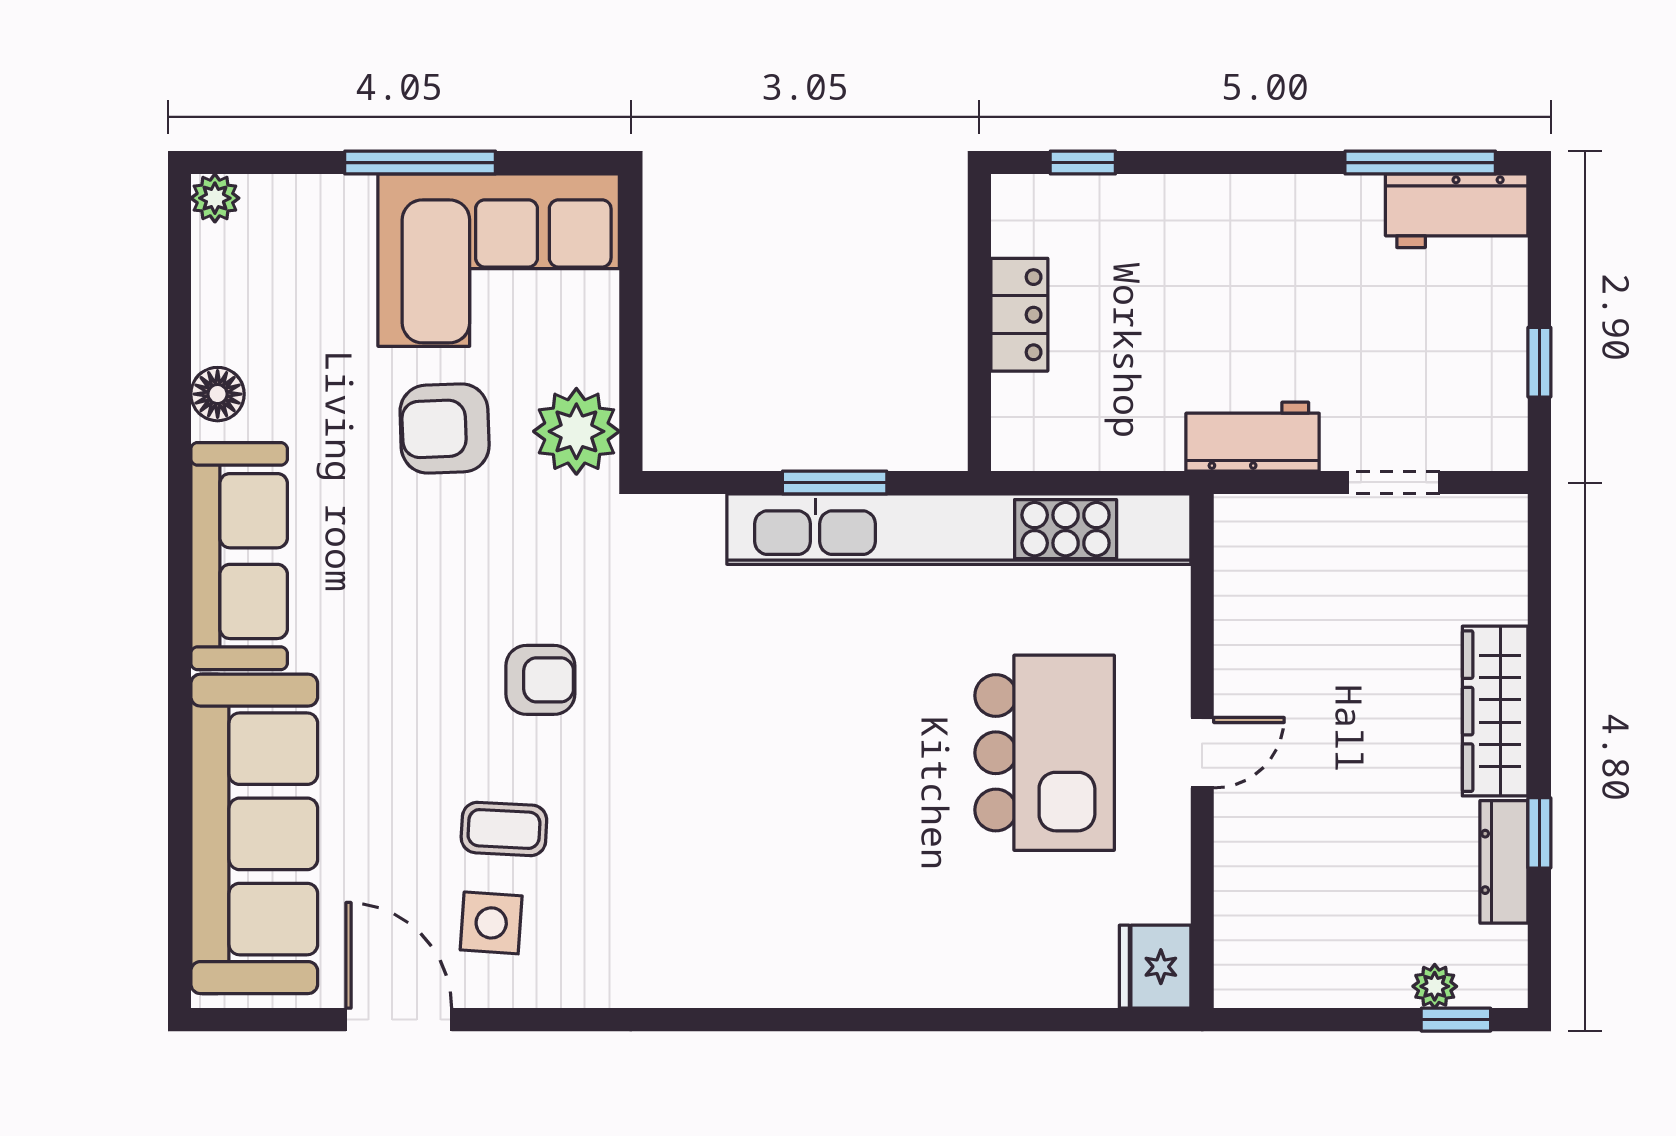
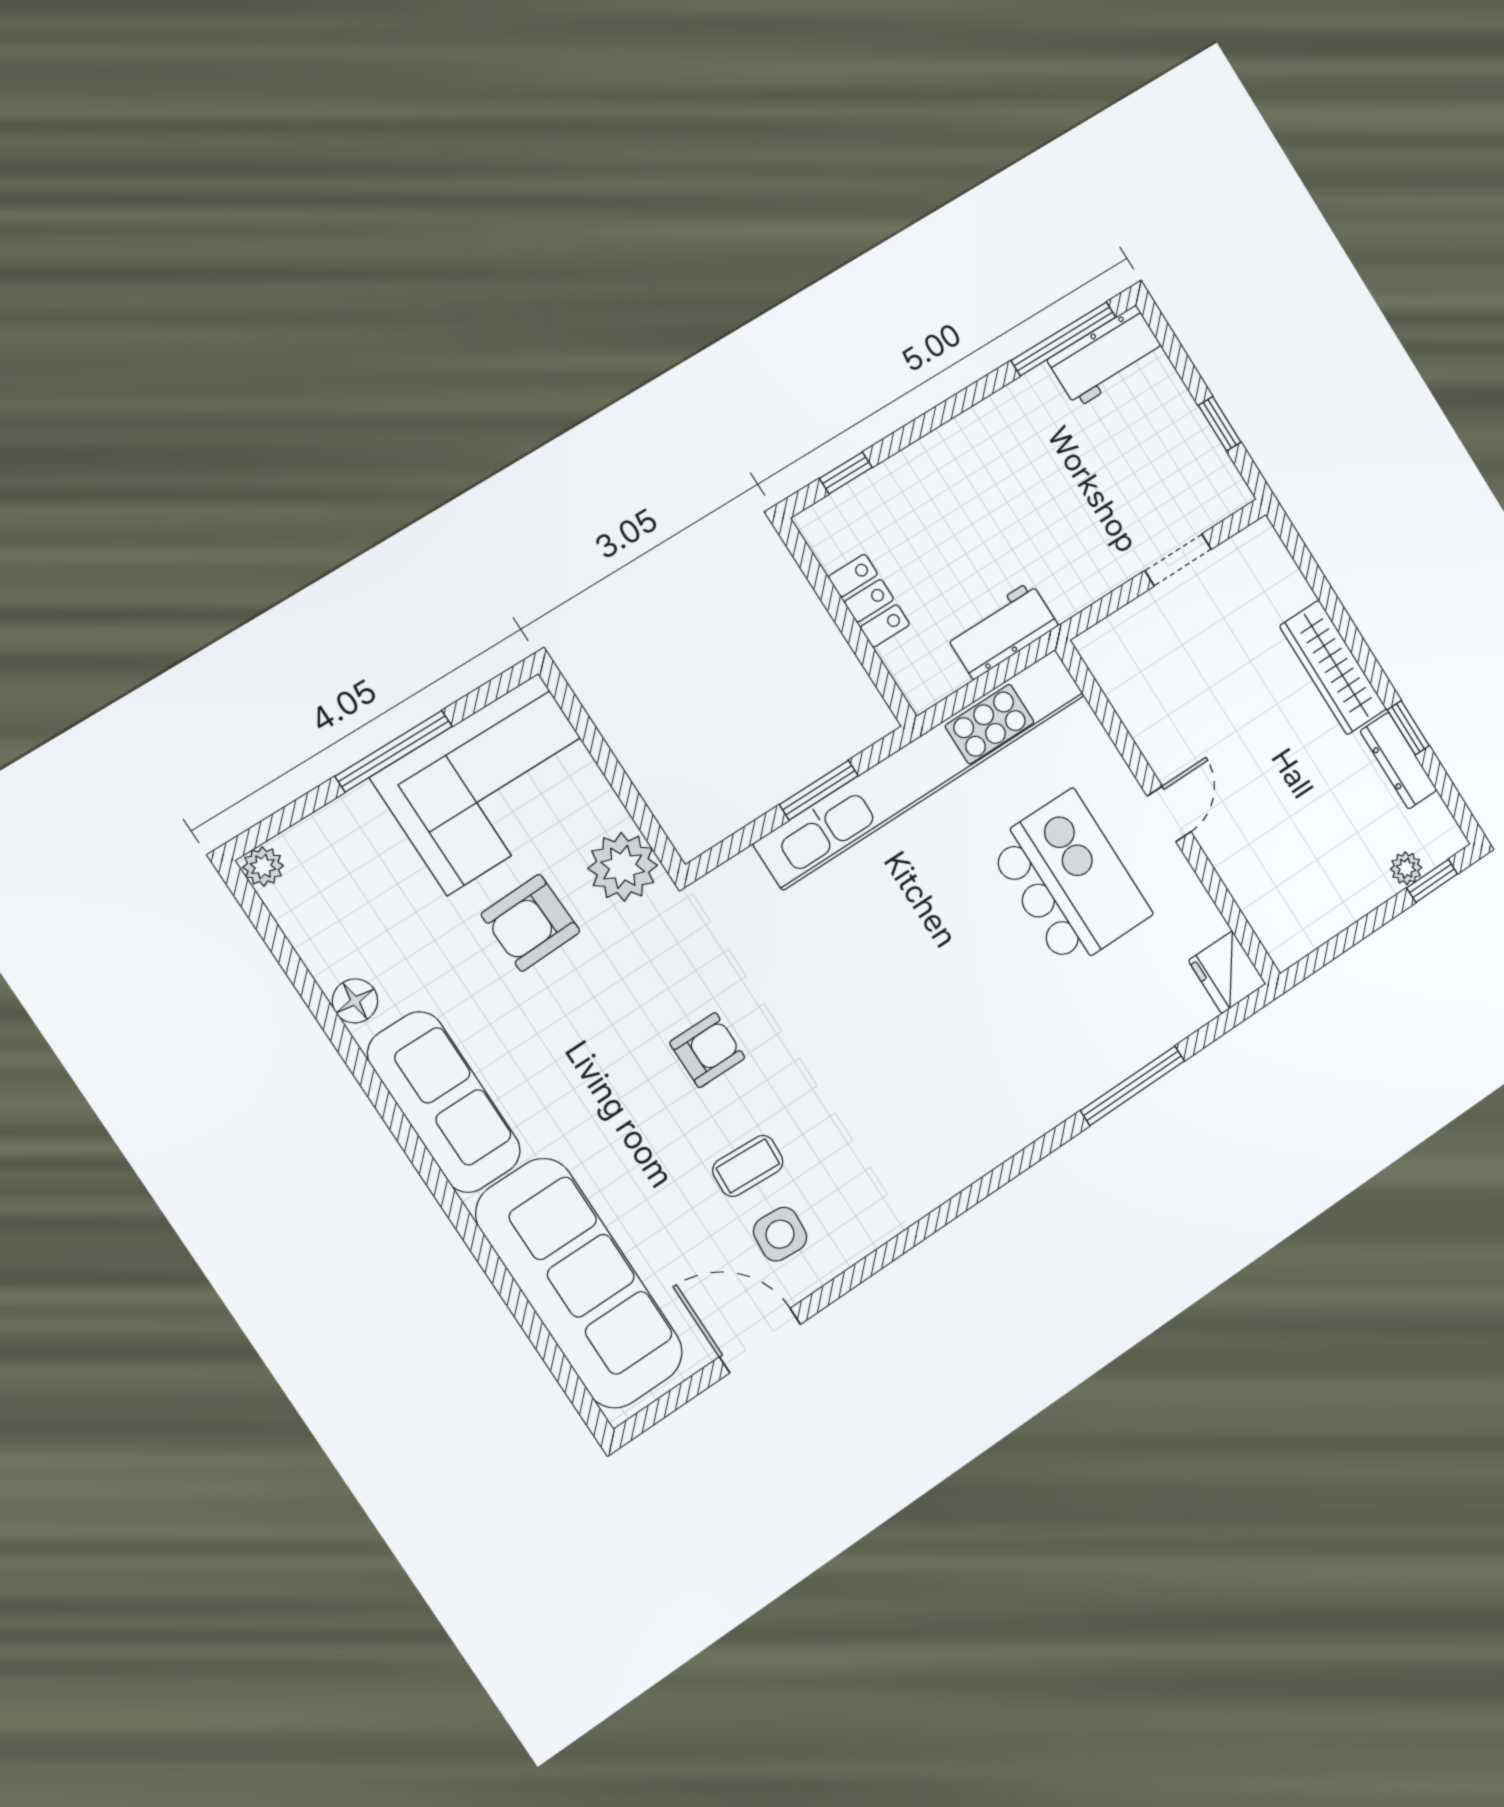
workbench: (1253, 437) -> (1002, 630), moved
window: (970, 1020) -> (1133, 1086), added

